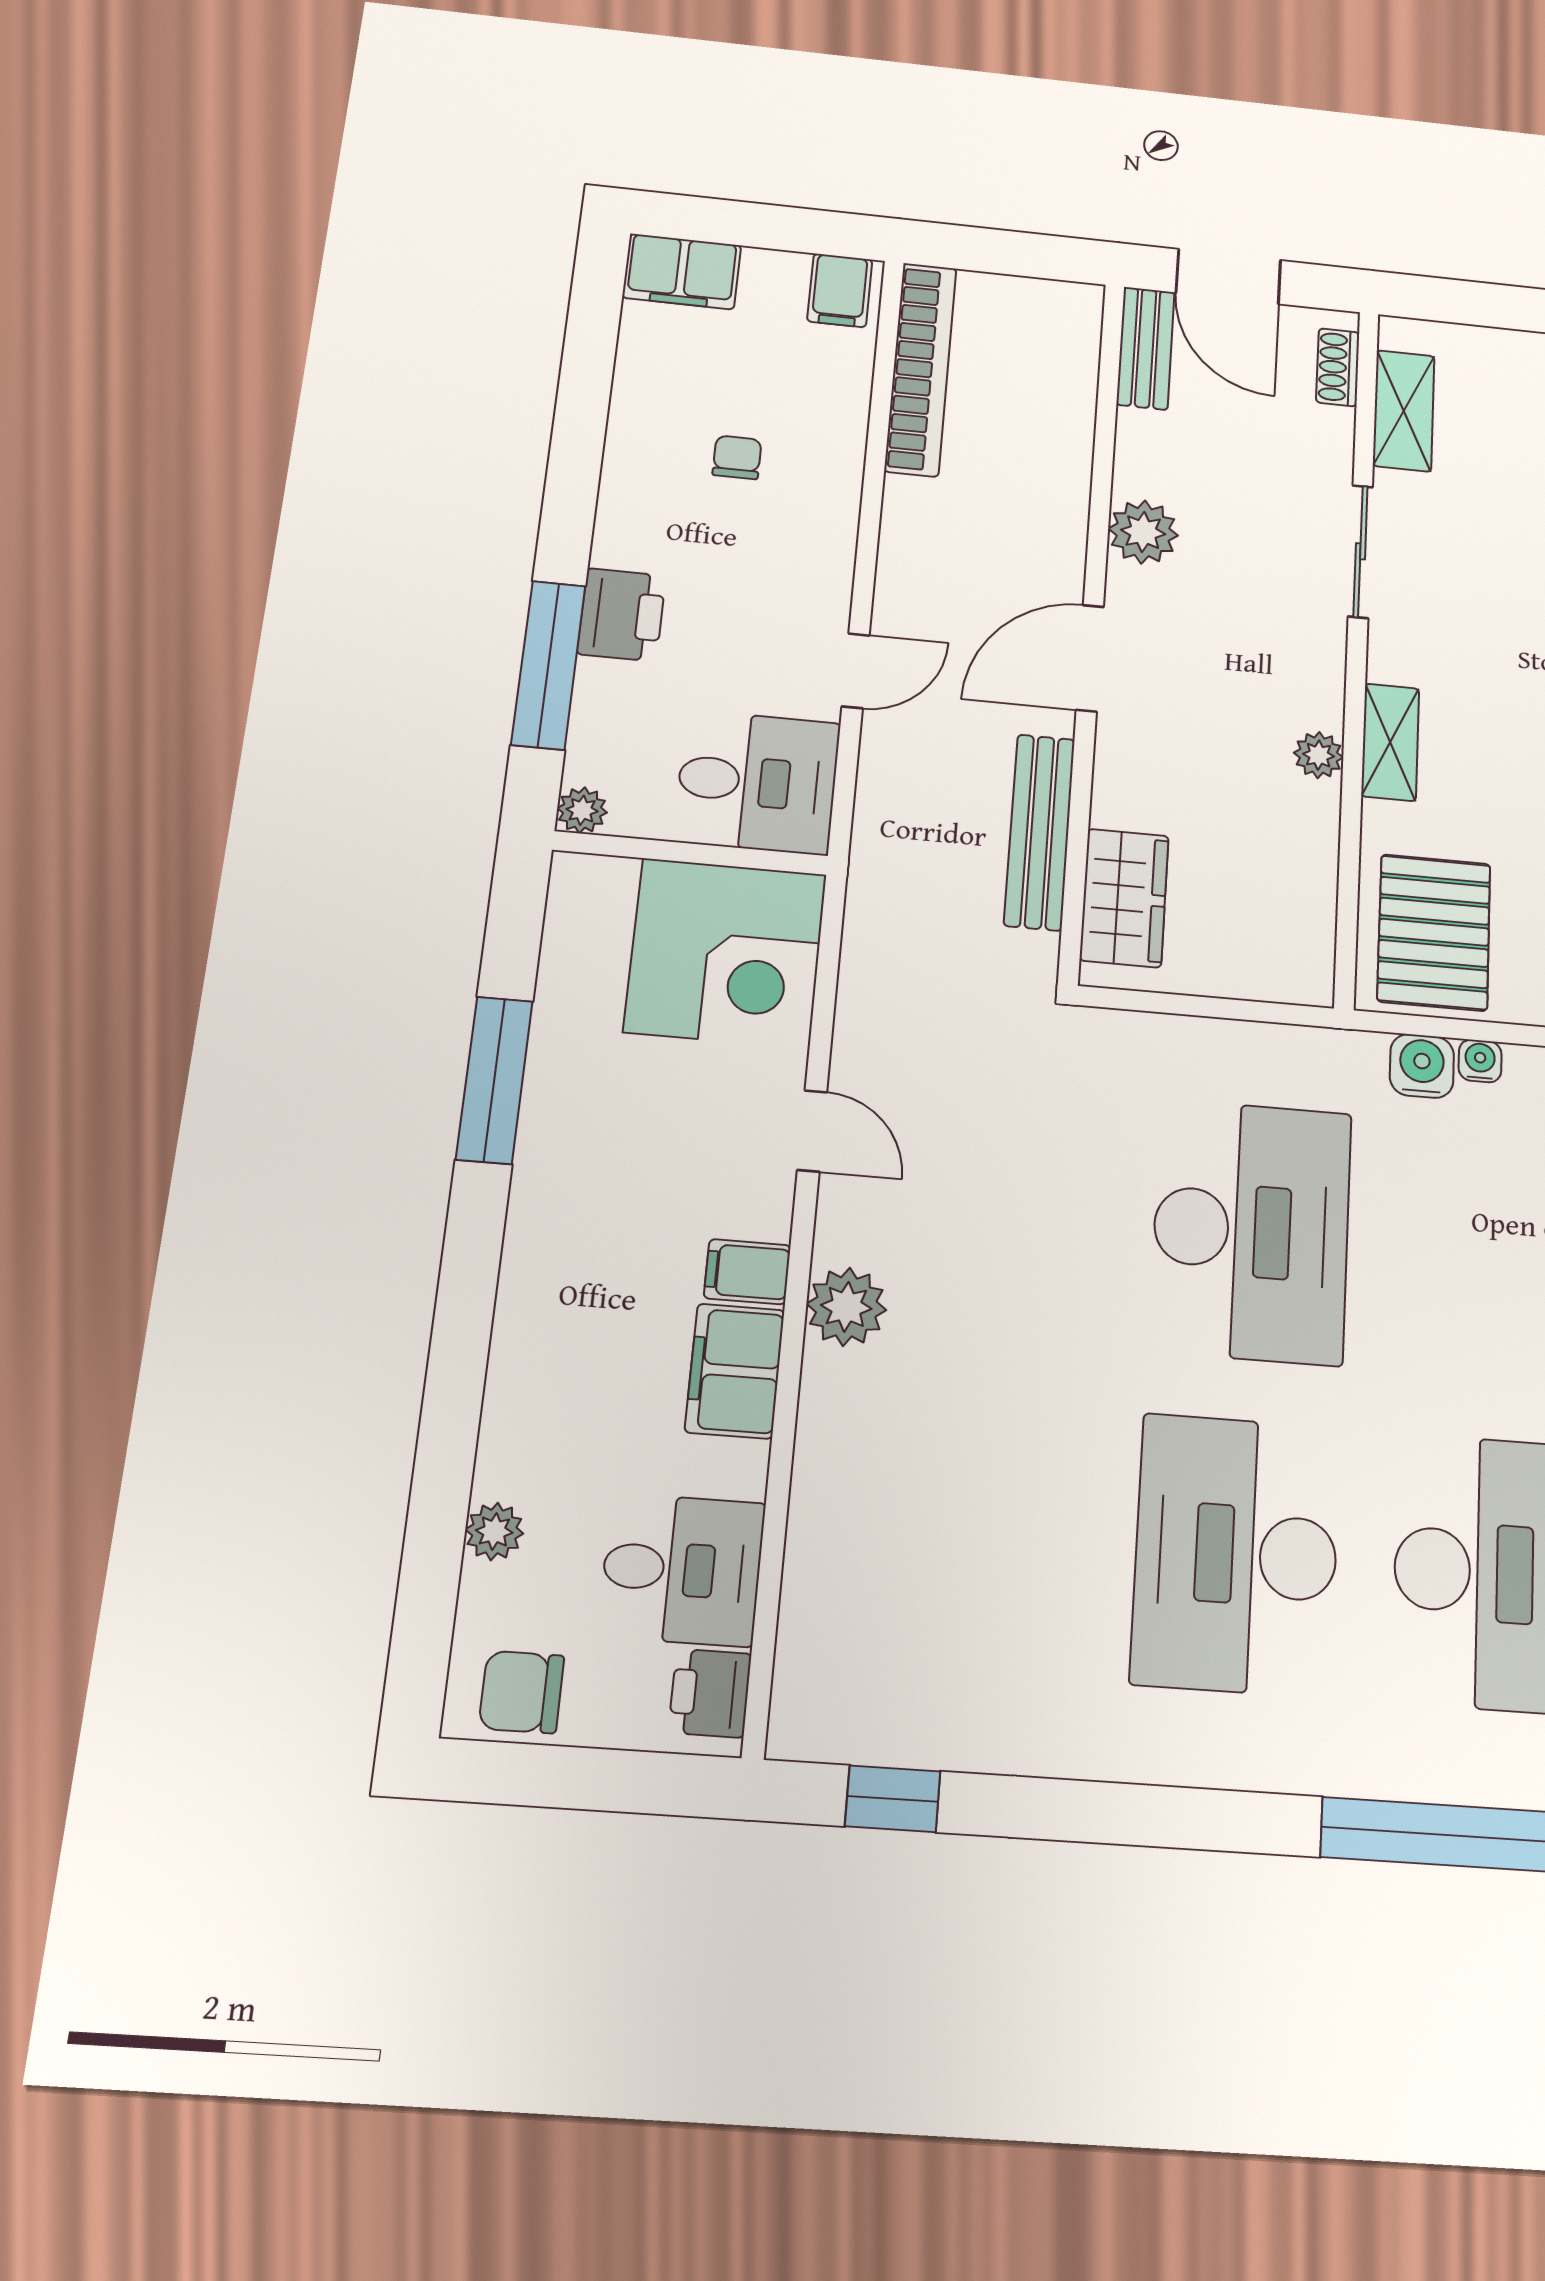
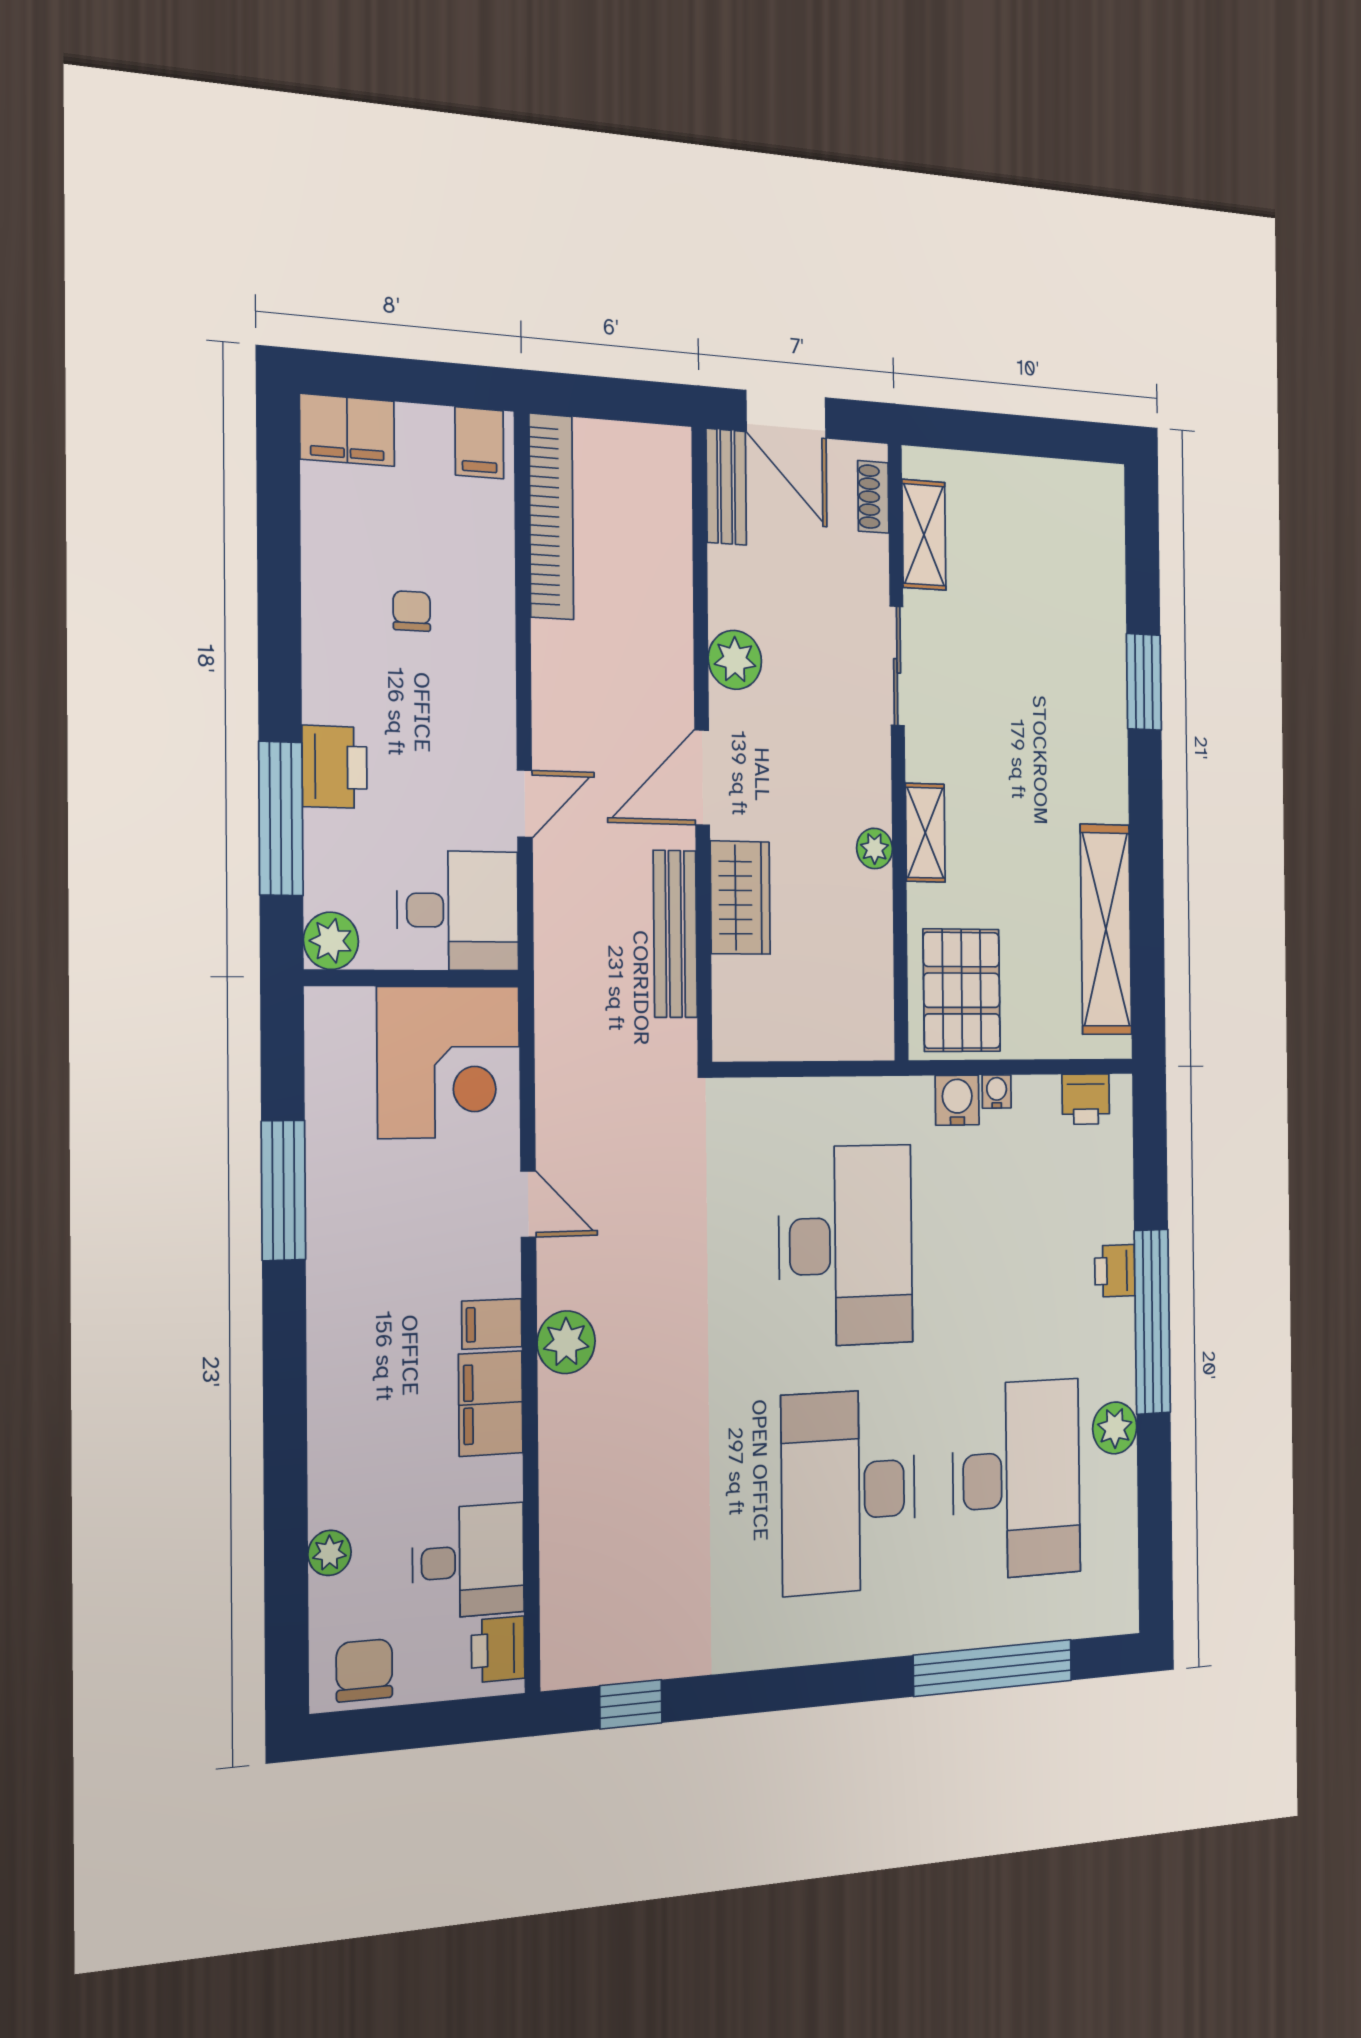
plant: (582, 810) -> (331, 941), width x1.38, depth x1.38
wardrobe: (1124, 898) -> (740, 898), moved
chair: (521, 1692) -> (364, 1670), turned 90

